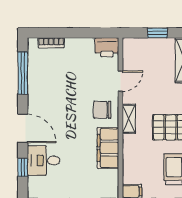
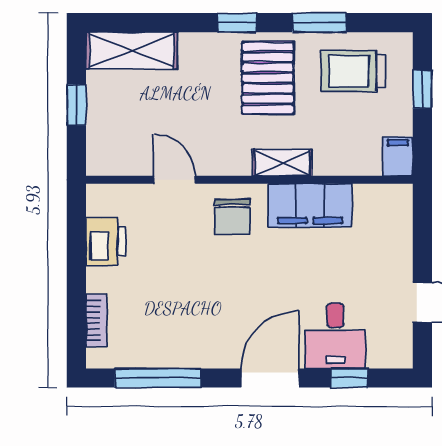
printer: (107, 47) -> (106, 241), moved
shelving: (129, 119) -> (282, 163), moved

